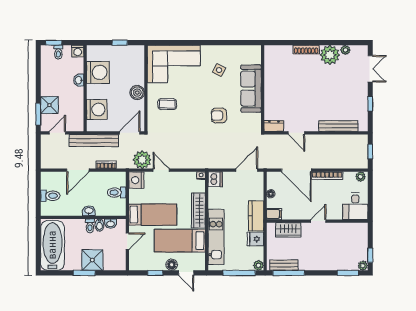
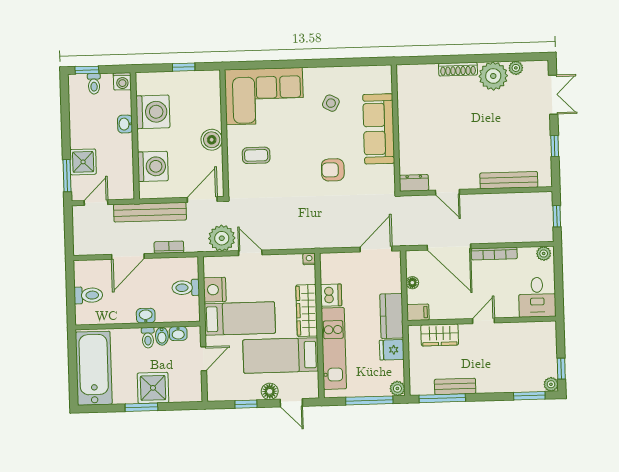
dishwasher: (215, 179) -> (331, 295), moved
nightstand: (136, 180) -> (215, 290), moved
bench: (284, 265) -> (455, 386), moved

